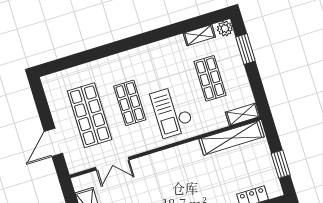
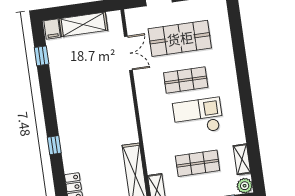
checkout: (172, 112) -> (198, 116), moved
double door: (112, 164) -> (128, 53), swing flipped

